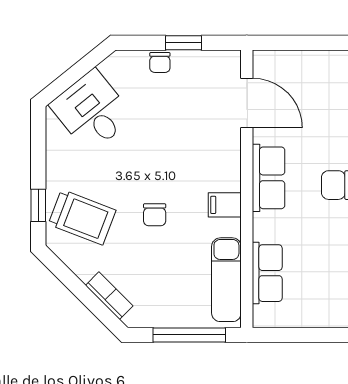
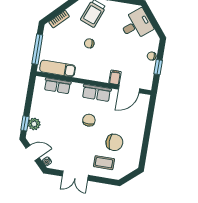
filing cabinet: (225, 205) -> (115, 77), moved

